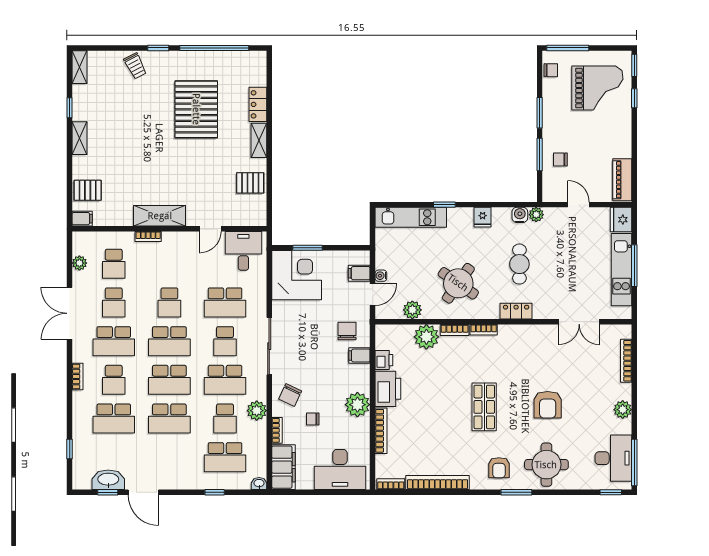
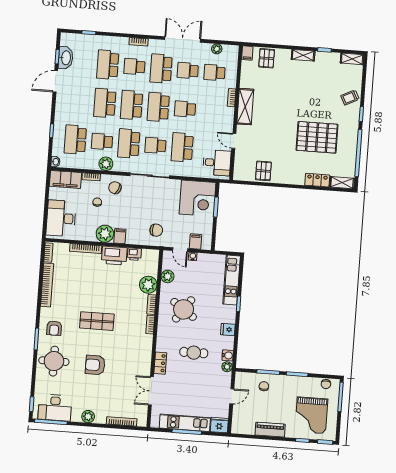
shelving: (259, 140) -> (342, 183), moved
piano: (622, 180) -> (270, 430), moved
locker: (516, 311) -> (160, 363), moved
filing cabinet: (359, 356) -> (120, 236), moved
armchair: (499, 468) -> (54, 328), turned -90

